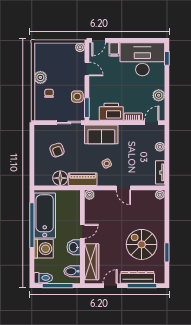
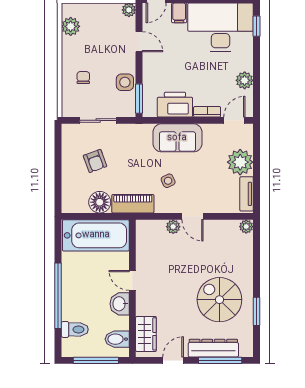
plant: (40, 77) -> (71, 26), moved
sliding door: (69, 123) -> (98, 120), moved
sofa: (101, 134) -> (177, 138), moved
plant: (160, 147) -> (240, 162), width x1.87, depth x1.87
plant: (89, 195) -> (173, 227), moved
bathtub: (45, 216) -> (96, 235), moved, turned 90
window: (32, 225) -> (58, 296), moved
door: (82, 231) -> (132, 280), swing flipped
washing machine: (44, 249) -> (75, 306), removed
wardrobe: (92, 262) -> (146, 334), width x0.67
toilet: (43, 278) -> (75, 329), moved

